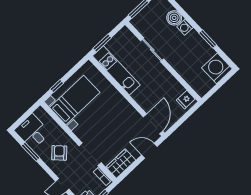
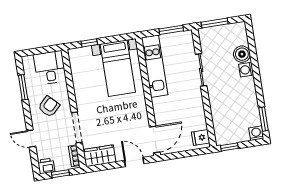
window: (208, 39) -> (263, 119), moved
window: (102, 43) -> (171, 30), moved
washing machine: (217, 68) -> (256, 133), width x0.53, depth x0.53
window: (211, 92) -> (229, 147), added
bed with nightstands: (75, 100) -> (118, 68), moved, turned 90
desk: (32, 131) -> (50, 68), moved

